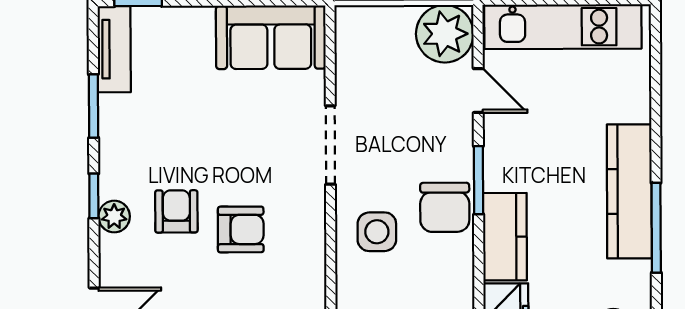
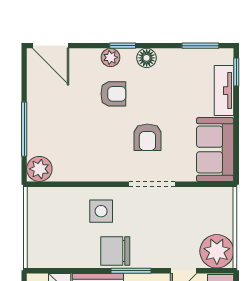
tv unit: (114, 49) -> (224, 91), moved, turned 90
window: (94, 106) -> (200, 46), moved
floor lamp: (115, 155) -> (147, 58), added
armchair: (241, 229) -> (147, 137), moved

